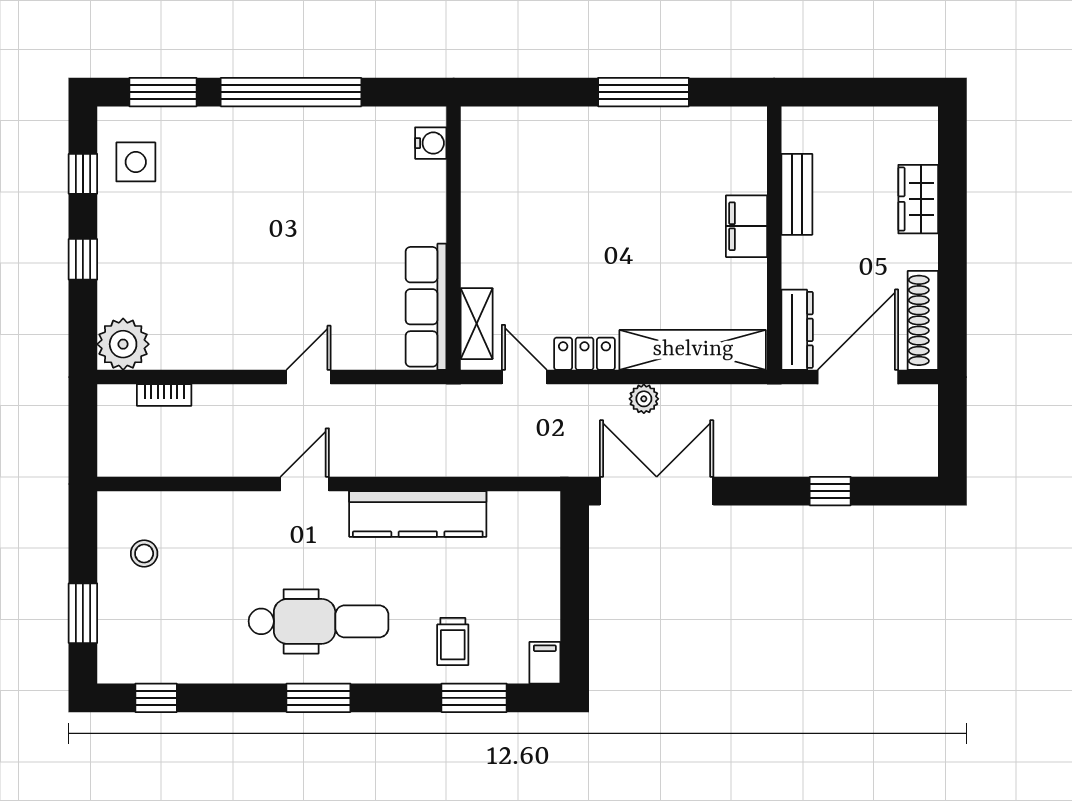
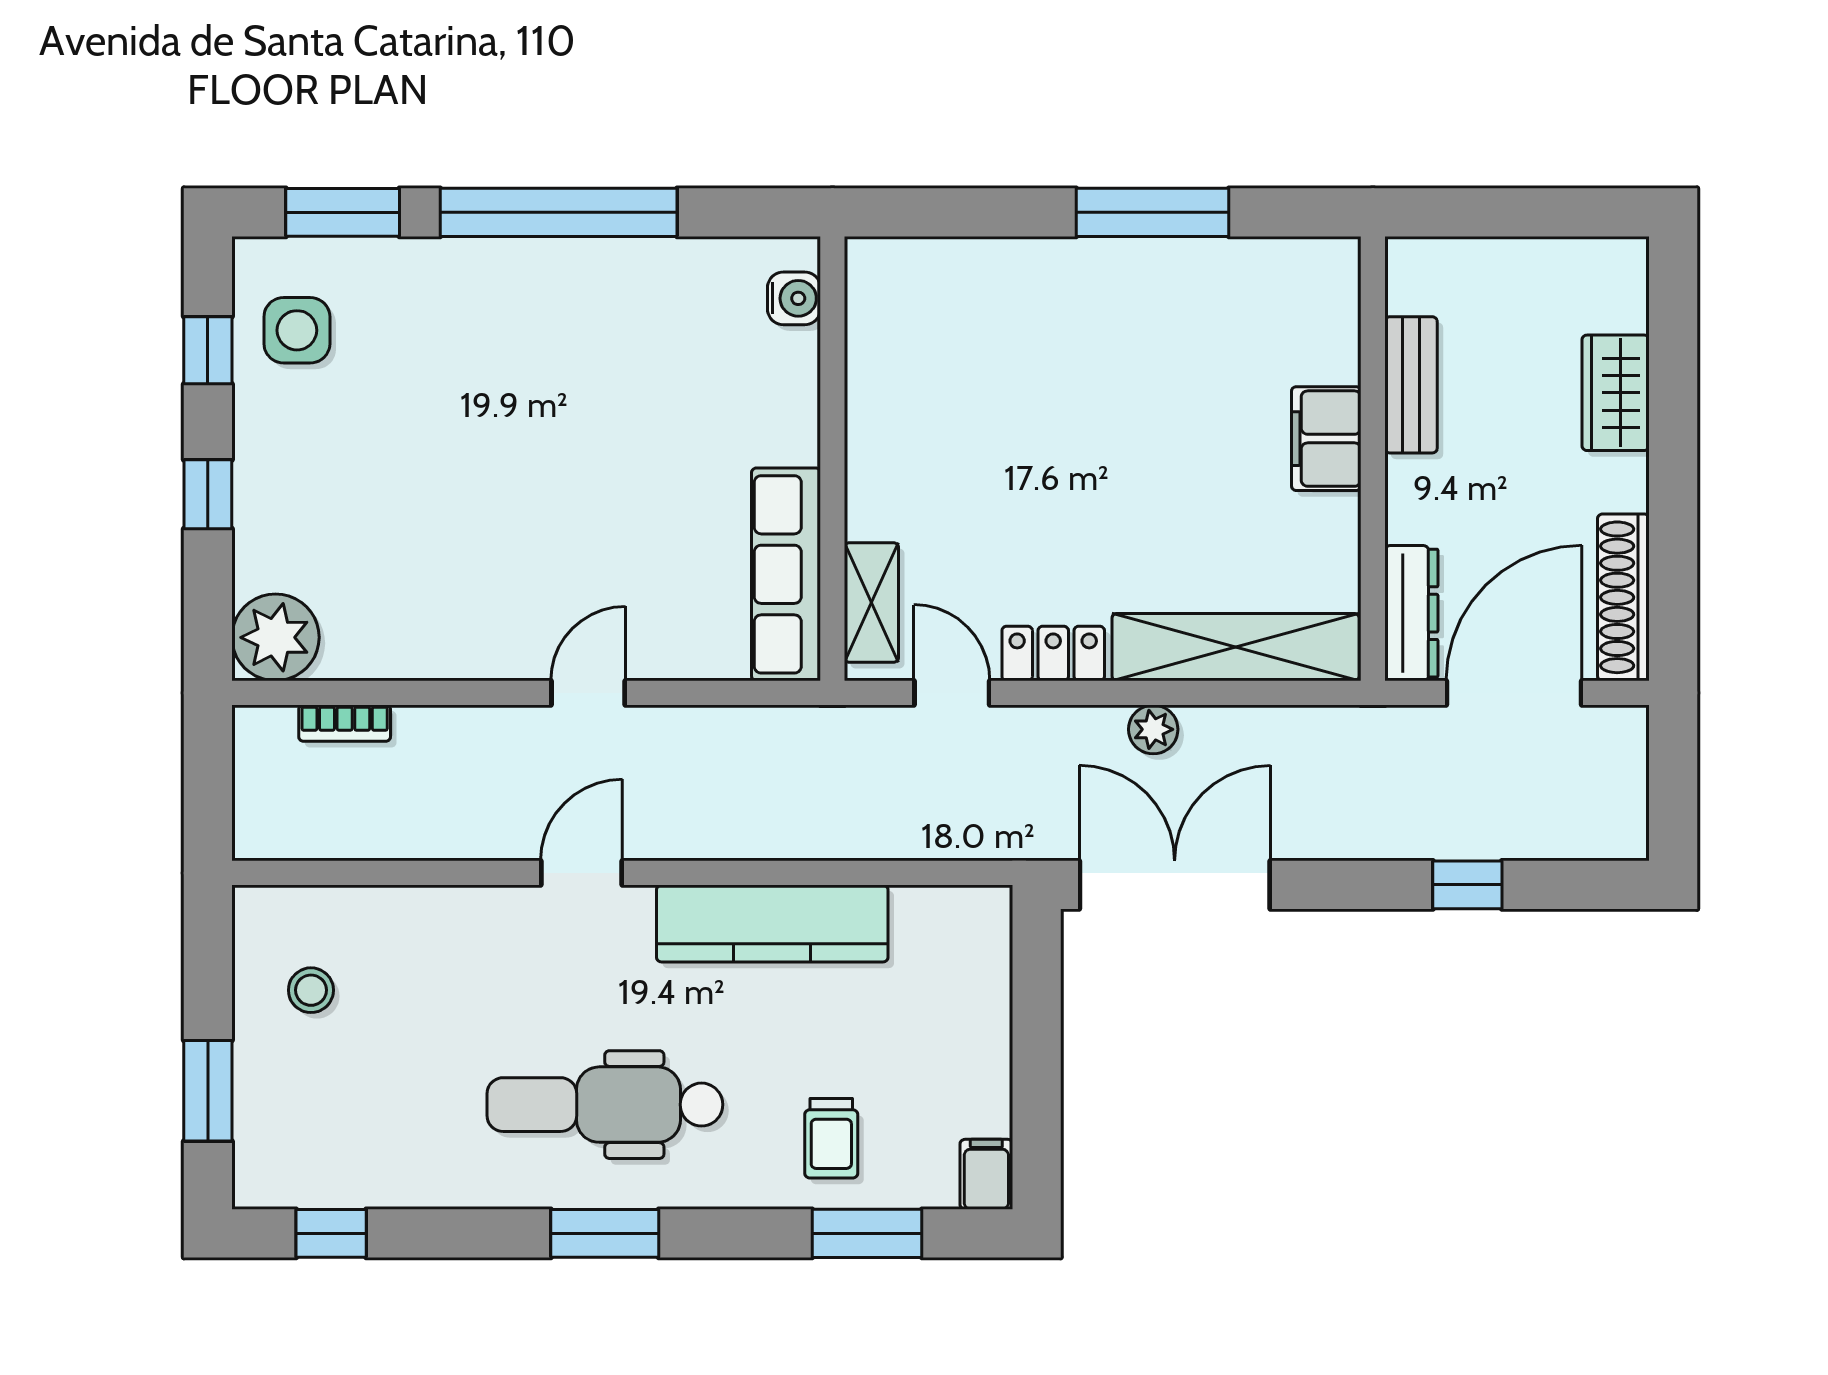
dental chair: (319, 621) -> (605, 1105), turned 180

